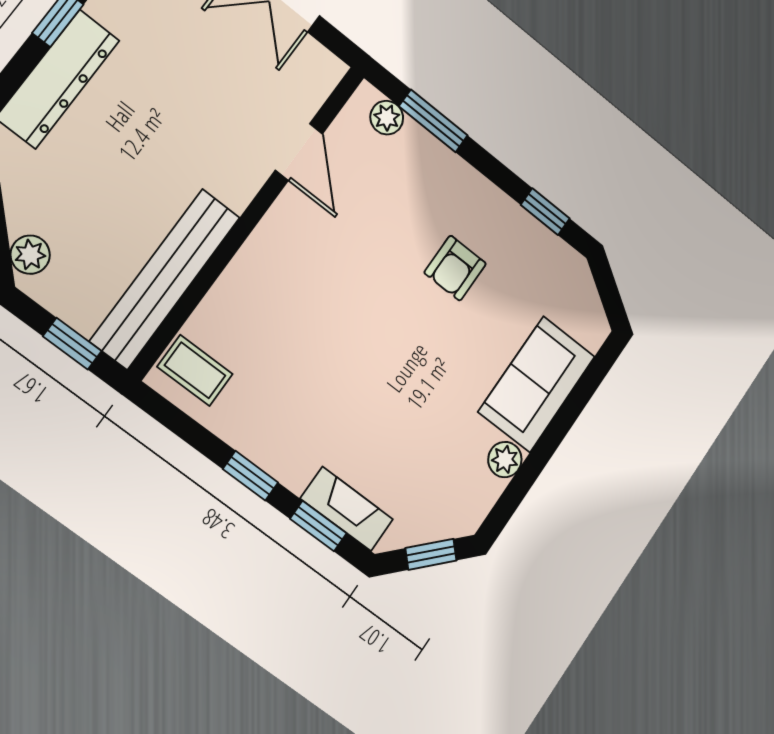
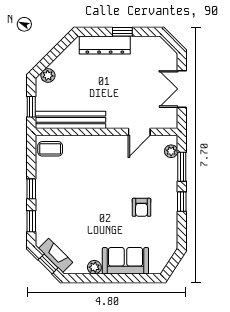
window: (545, 212) -> (182, 202), moved
armchair: (455, 268) -> (142, 207), turned -90
coffee table: (195, 370) -> (50, 149), turned 90
fireplace: (347, 509) -> (56, 255), moved, turned -45

